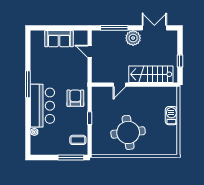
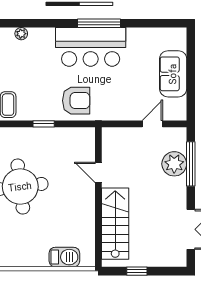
plant: (133, 38) -> (174, 164), moved
bar counter: (42, 106) -> (91, 47), moved
barbecue: (171, 116) -> (64, 257), moved

